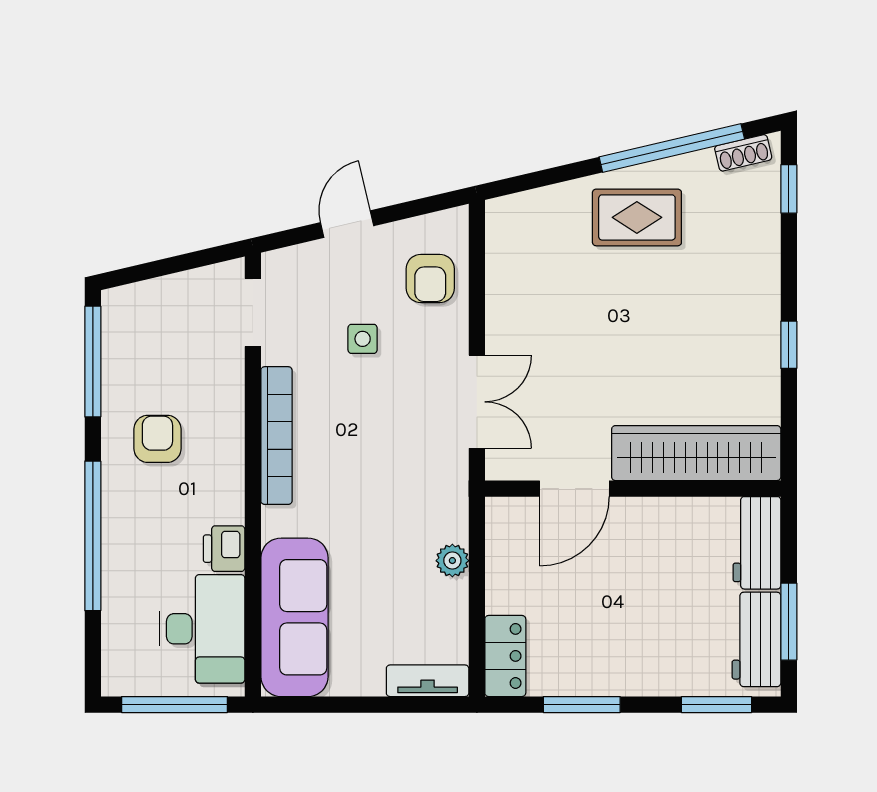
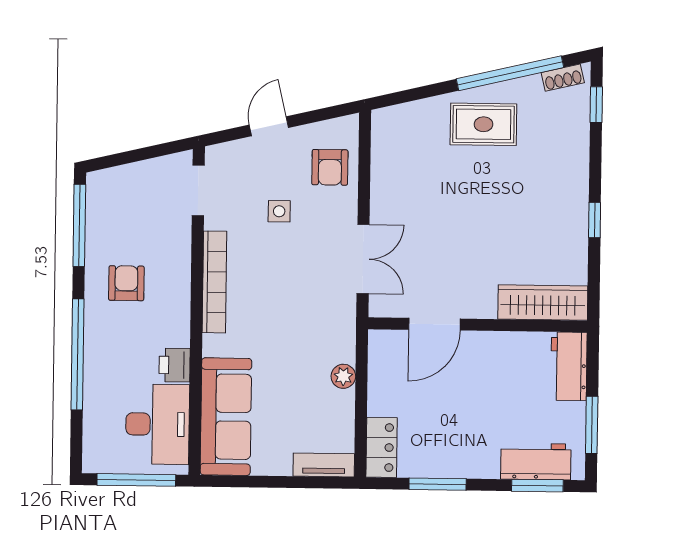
wardrobe: (696, 453) -> (543, 303), width x0.71, depth x0.85
workbench: (756, 639) -> (536, 462), moved, turned 90

